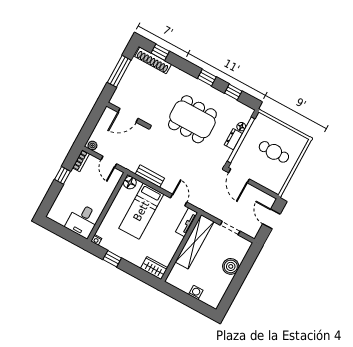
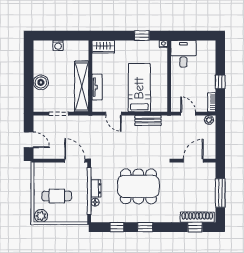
plant: (299, 141) -> (41, 216), added
floor lamp: (130, 183) -> (161, 106), removed
tv unit: (187, 222) -> (97, 87), moved

